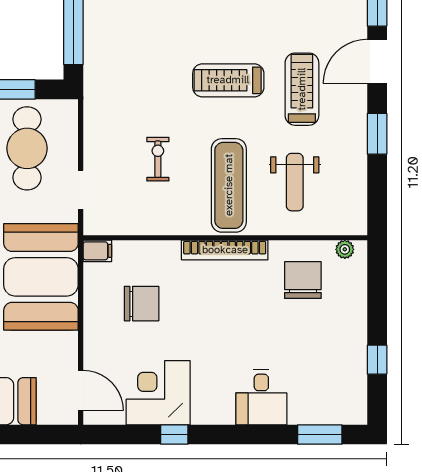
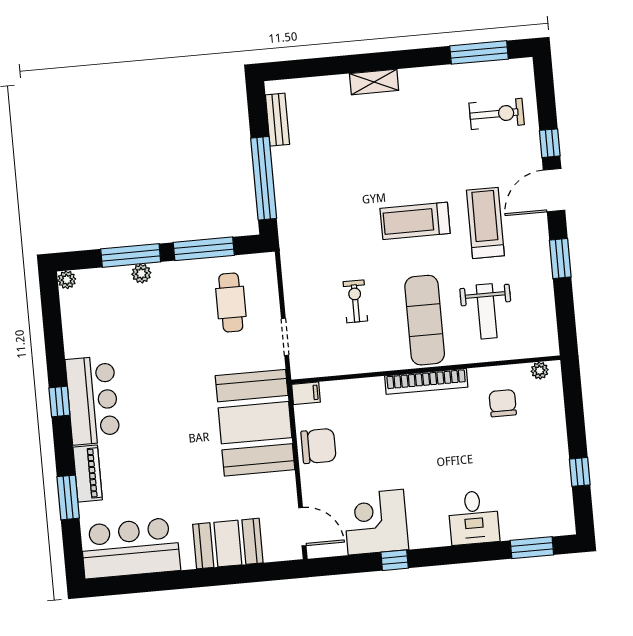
cafe table: (27, 148) -> (231, 302), width x0.73, depth x0.74
chair: (303, 280) -> (503, 403), width x0.73, depth x0.73
chair: (142, 304) -> (318, 446), moved

